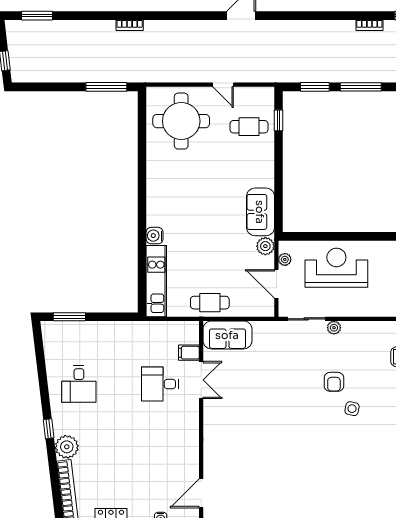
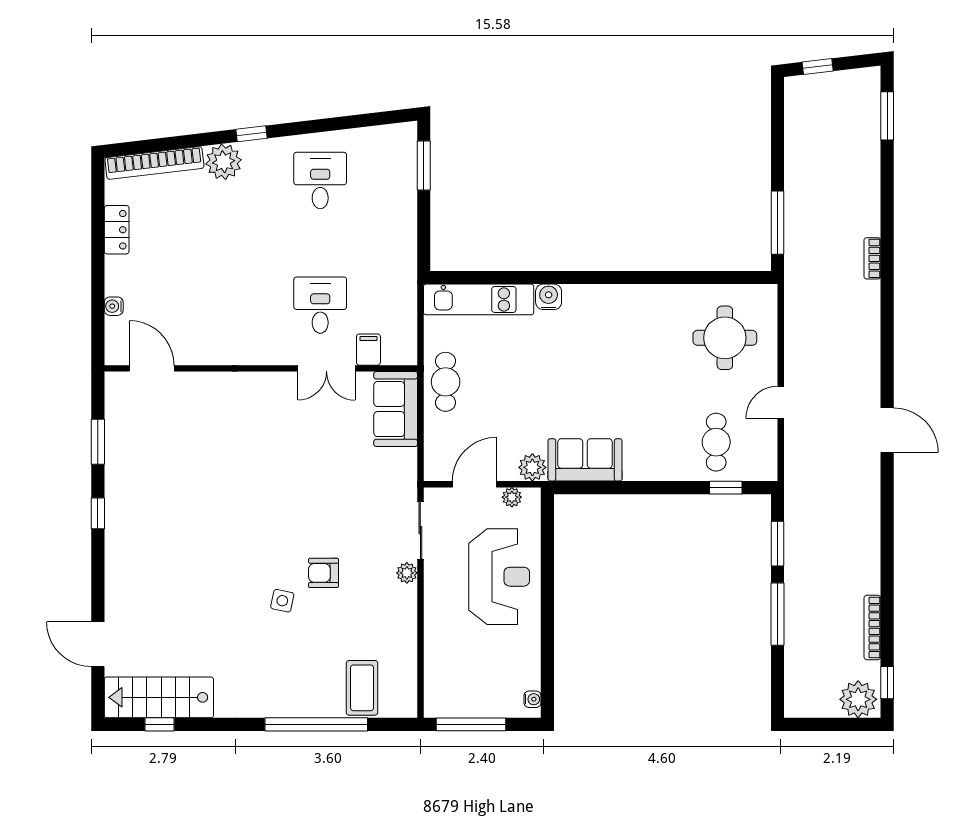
bookcase: (369, 25) -> (872, 627), width x1.56
round table: (181, 121) -> (725, 338), width x0.73, depth x0.73
desk: (79, 384) -> (320, 180), turned 90

